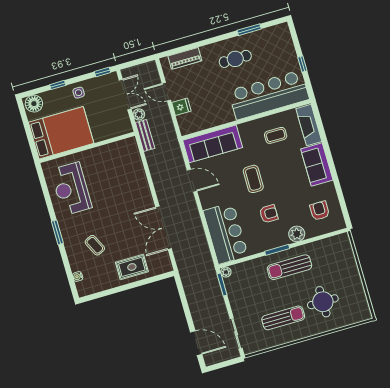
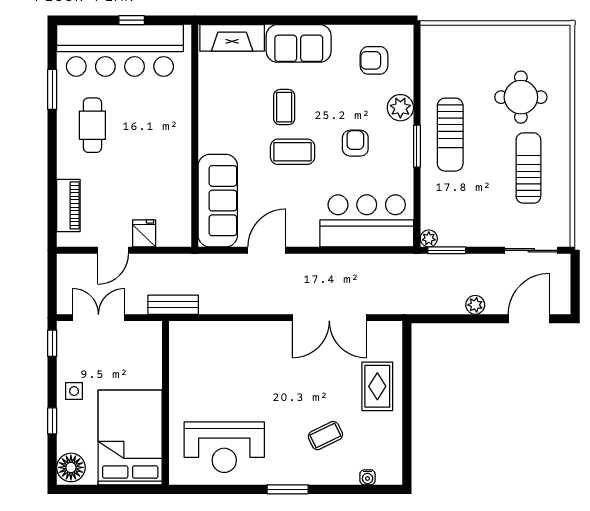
bar counter: (269, 95) -> (120, 50), moved, turned -90
plant: (139, 114) -> (475, 305), moved
coffee table: (276, 135) -> (284, 107), moved

